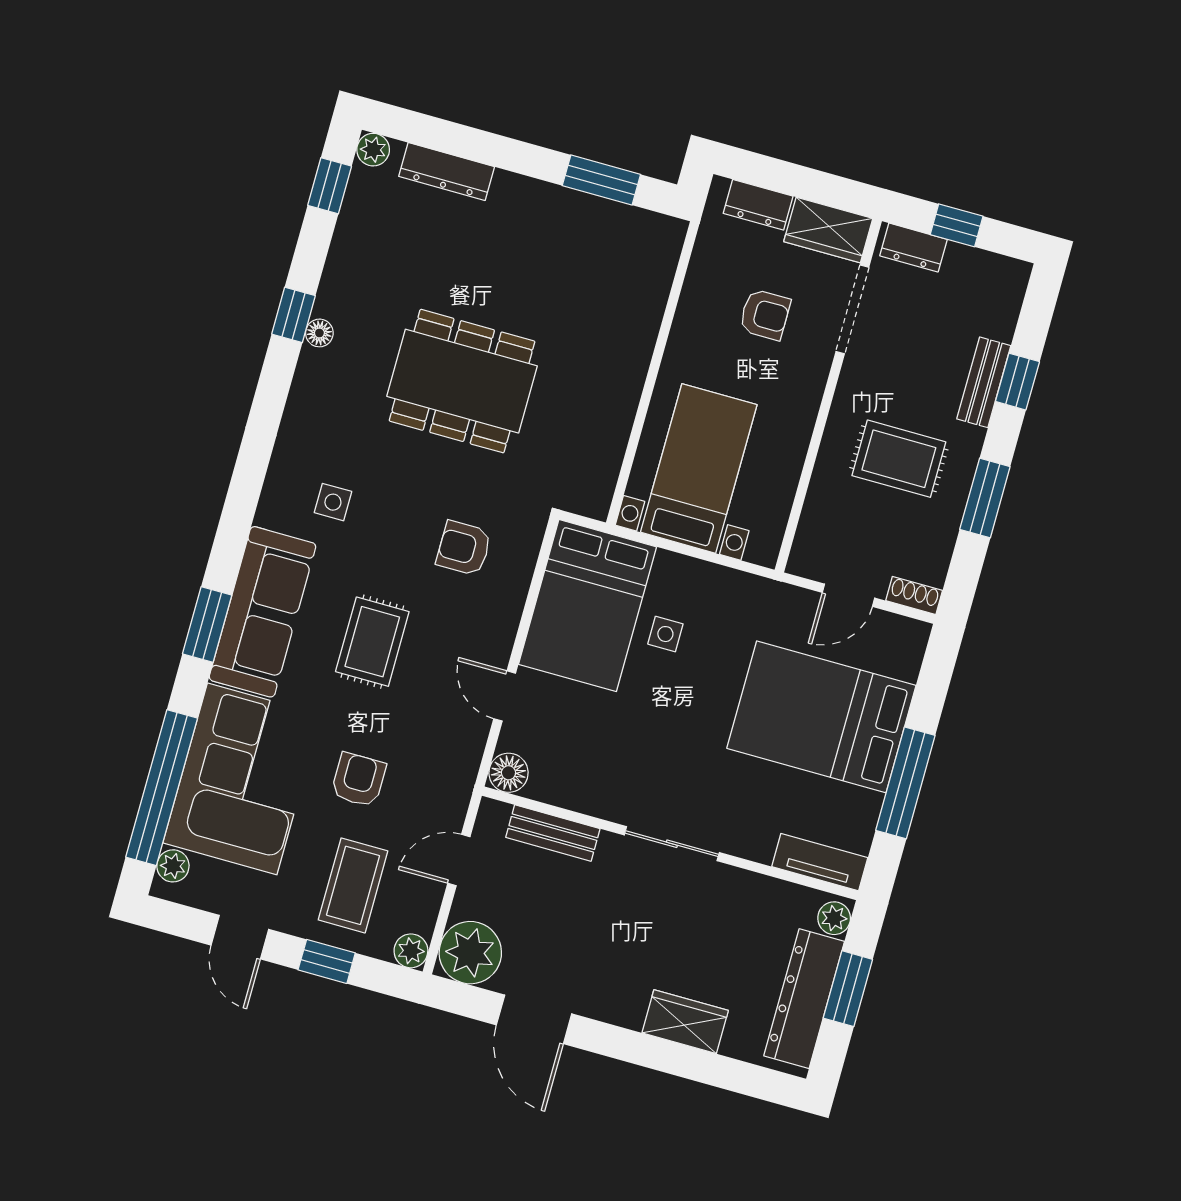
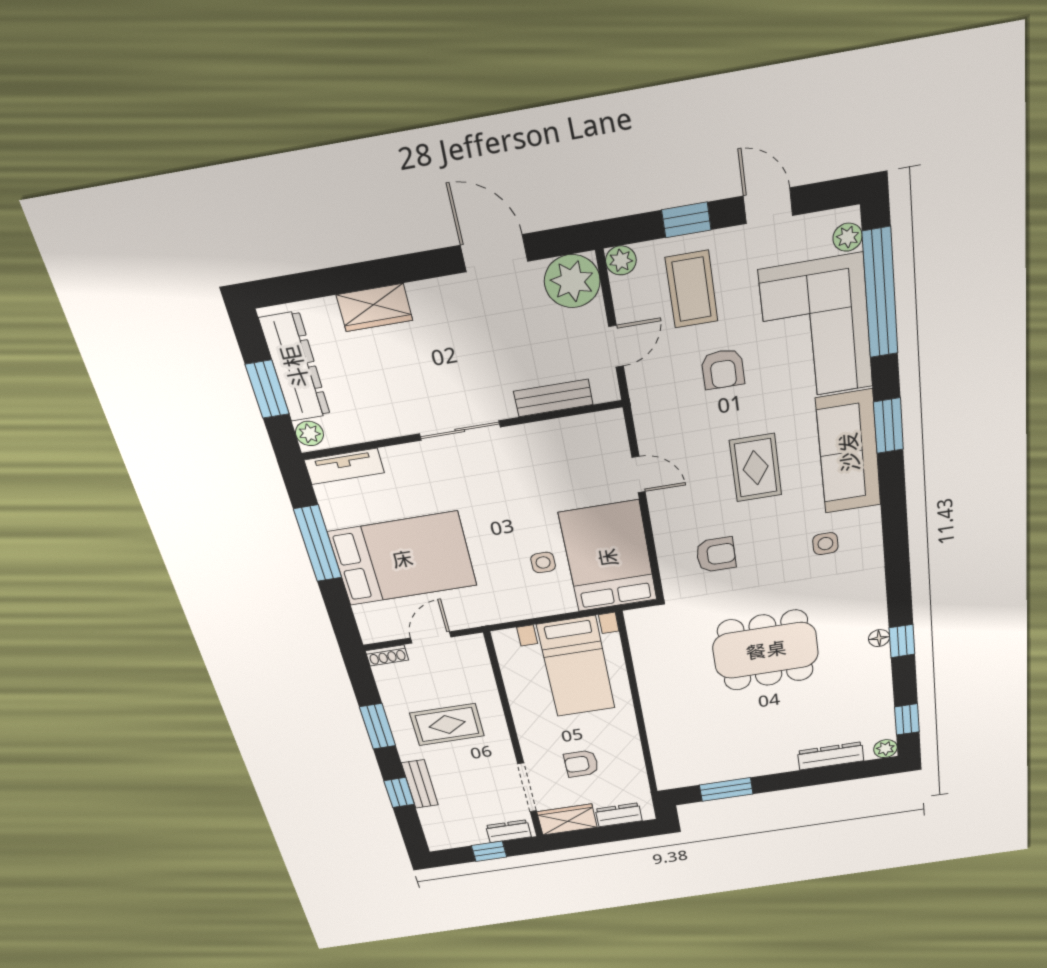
floor lamp: (508, 773) -> (609, 425), removed

